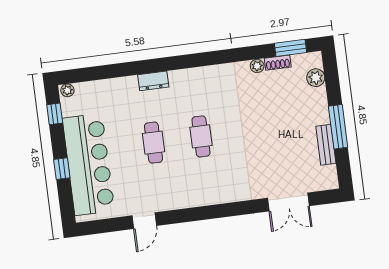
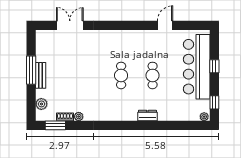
bench: (326, 145) -> (41, 75), moved

